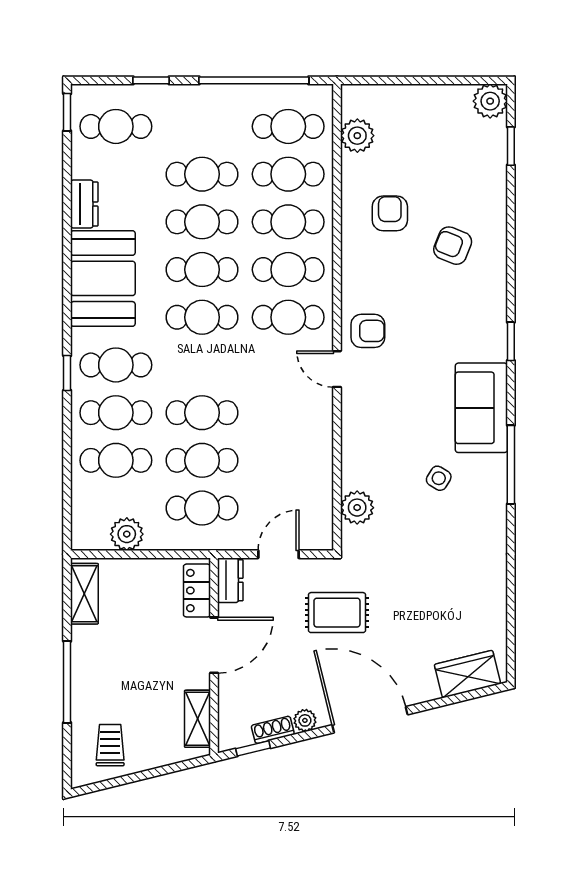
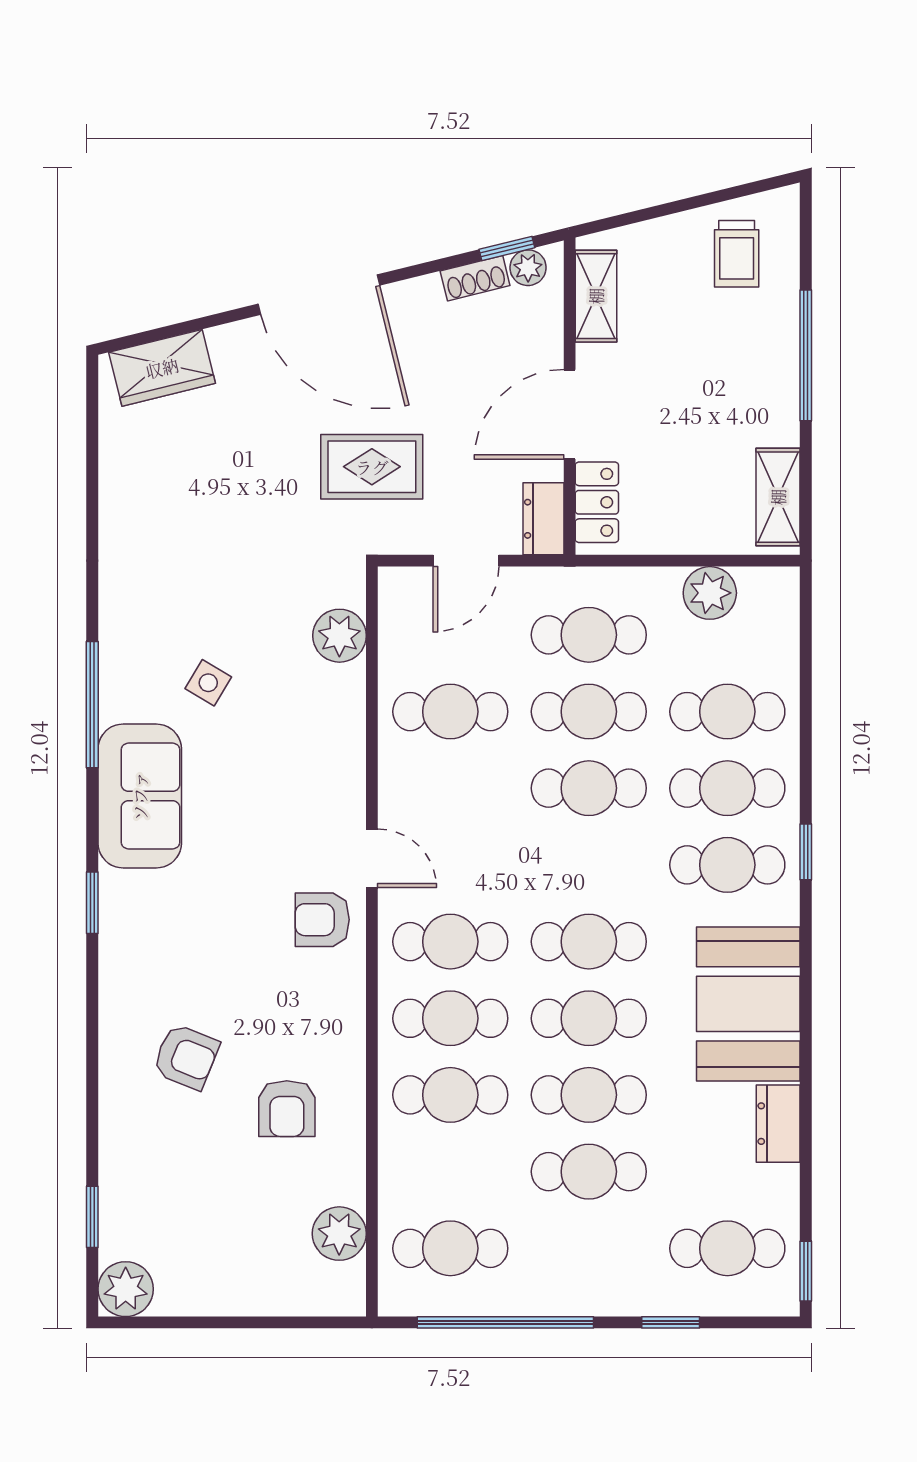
cafe table: (288, 174) -> (450, 712), moved
plant: (305, 720) -> (528, 268), moved

